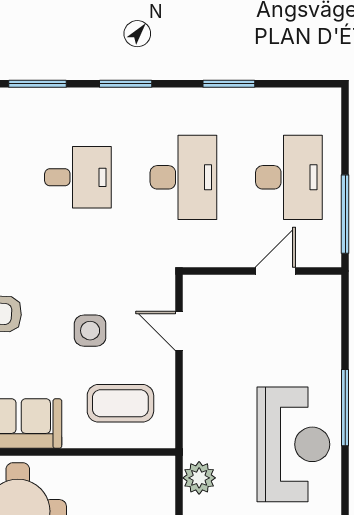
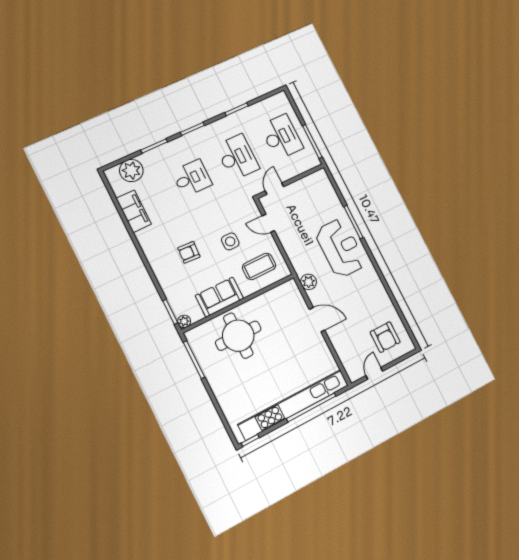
door: (275, 271) -> (274, 189), moved

